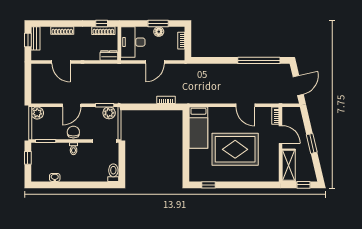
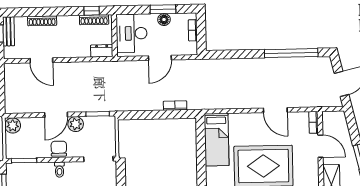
plant: (109, 113) -> (76, 124), moved

